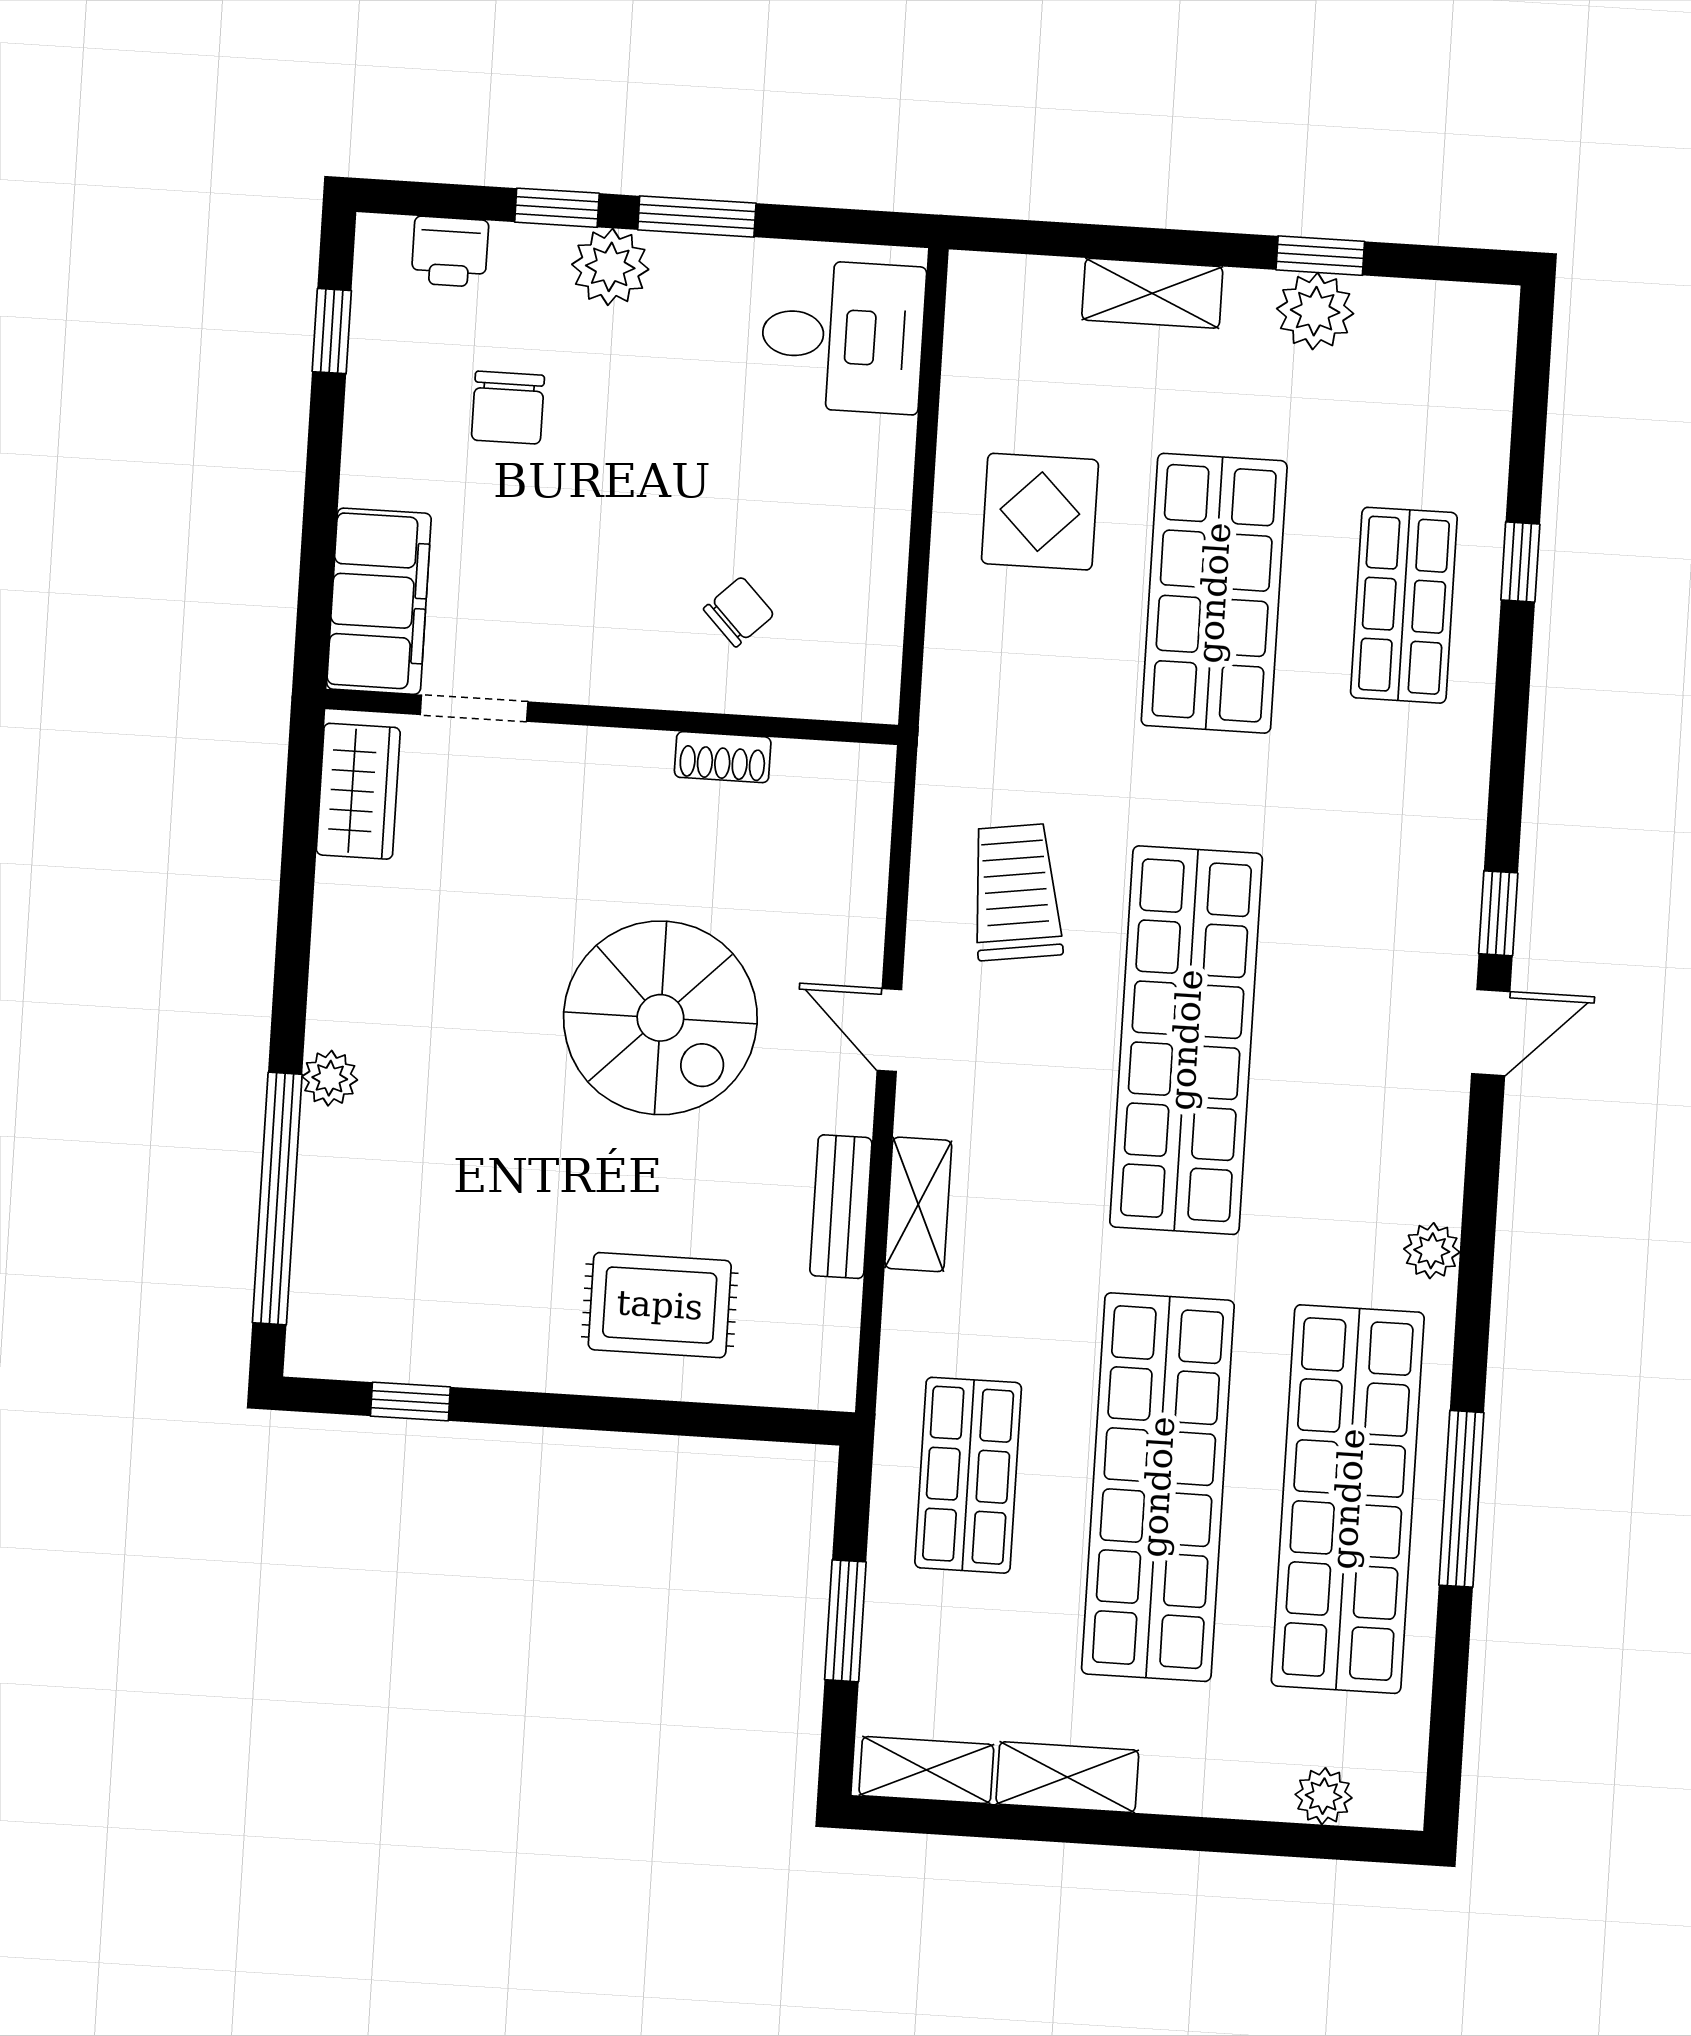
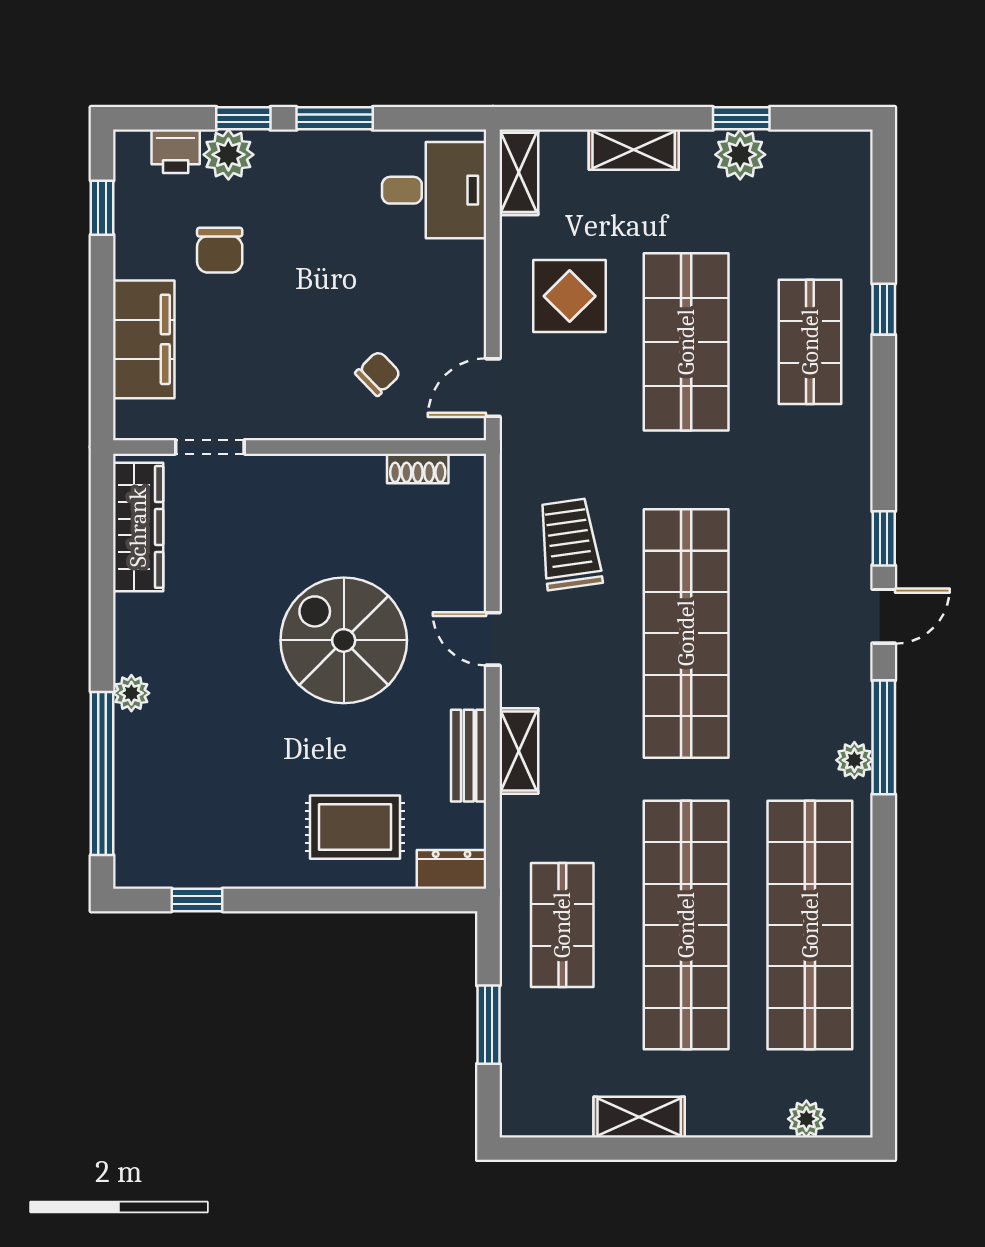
plant: (610, 267) -> (228, 155), moved
filing cabinet: (379, 601) -> (144, 339), moved
door: (914, 645) -> (493, 388), added
shoe rack: (723, 757) -> (418, 469), moved
wardrobe: (358, 791) -> (138, 527), width x1.50
spiral stairs: (660, 1018) -> (344, 640), turned 180
dresser: (804, 1379) -> (452, 869), added
window: (1461, 1499) -> (884, 737), moved
shelving: (926, 1770) -> (519, 172), moved, turned 90

